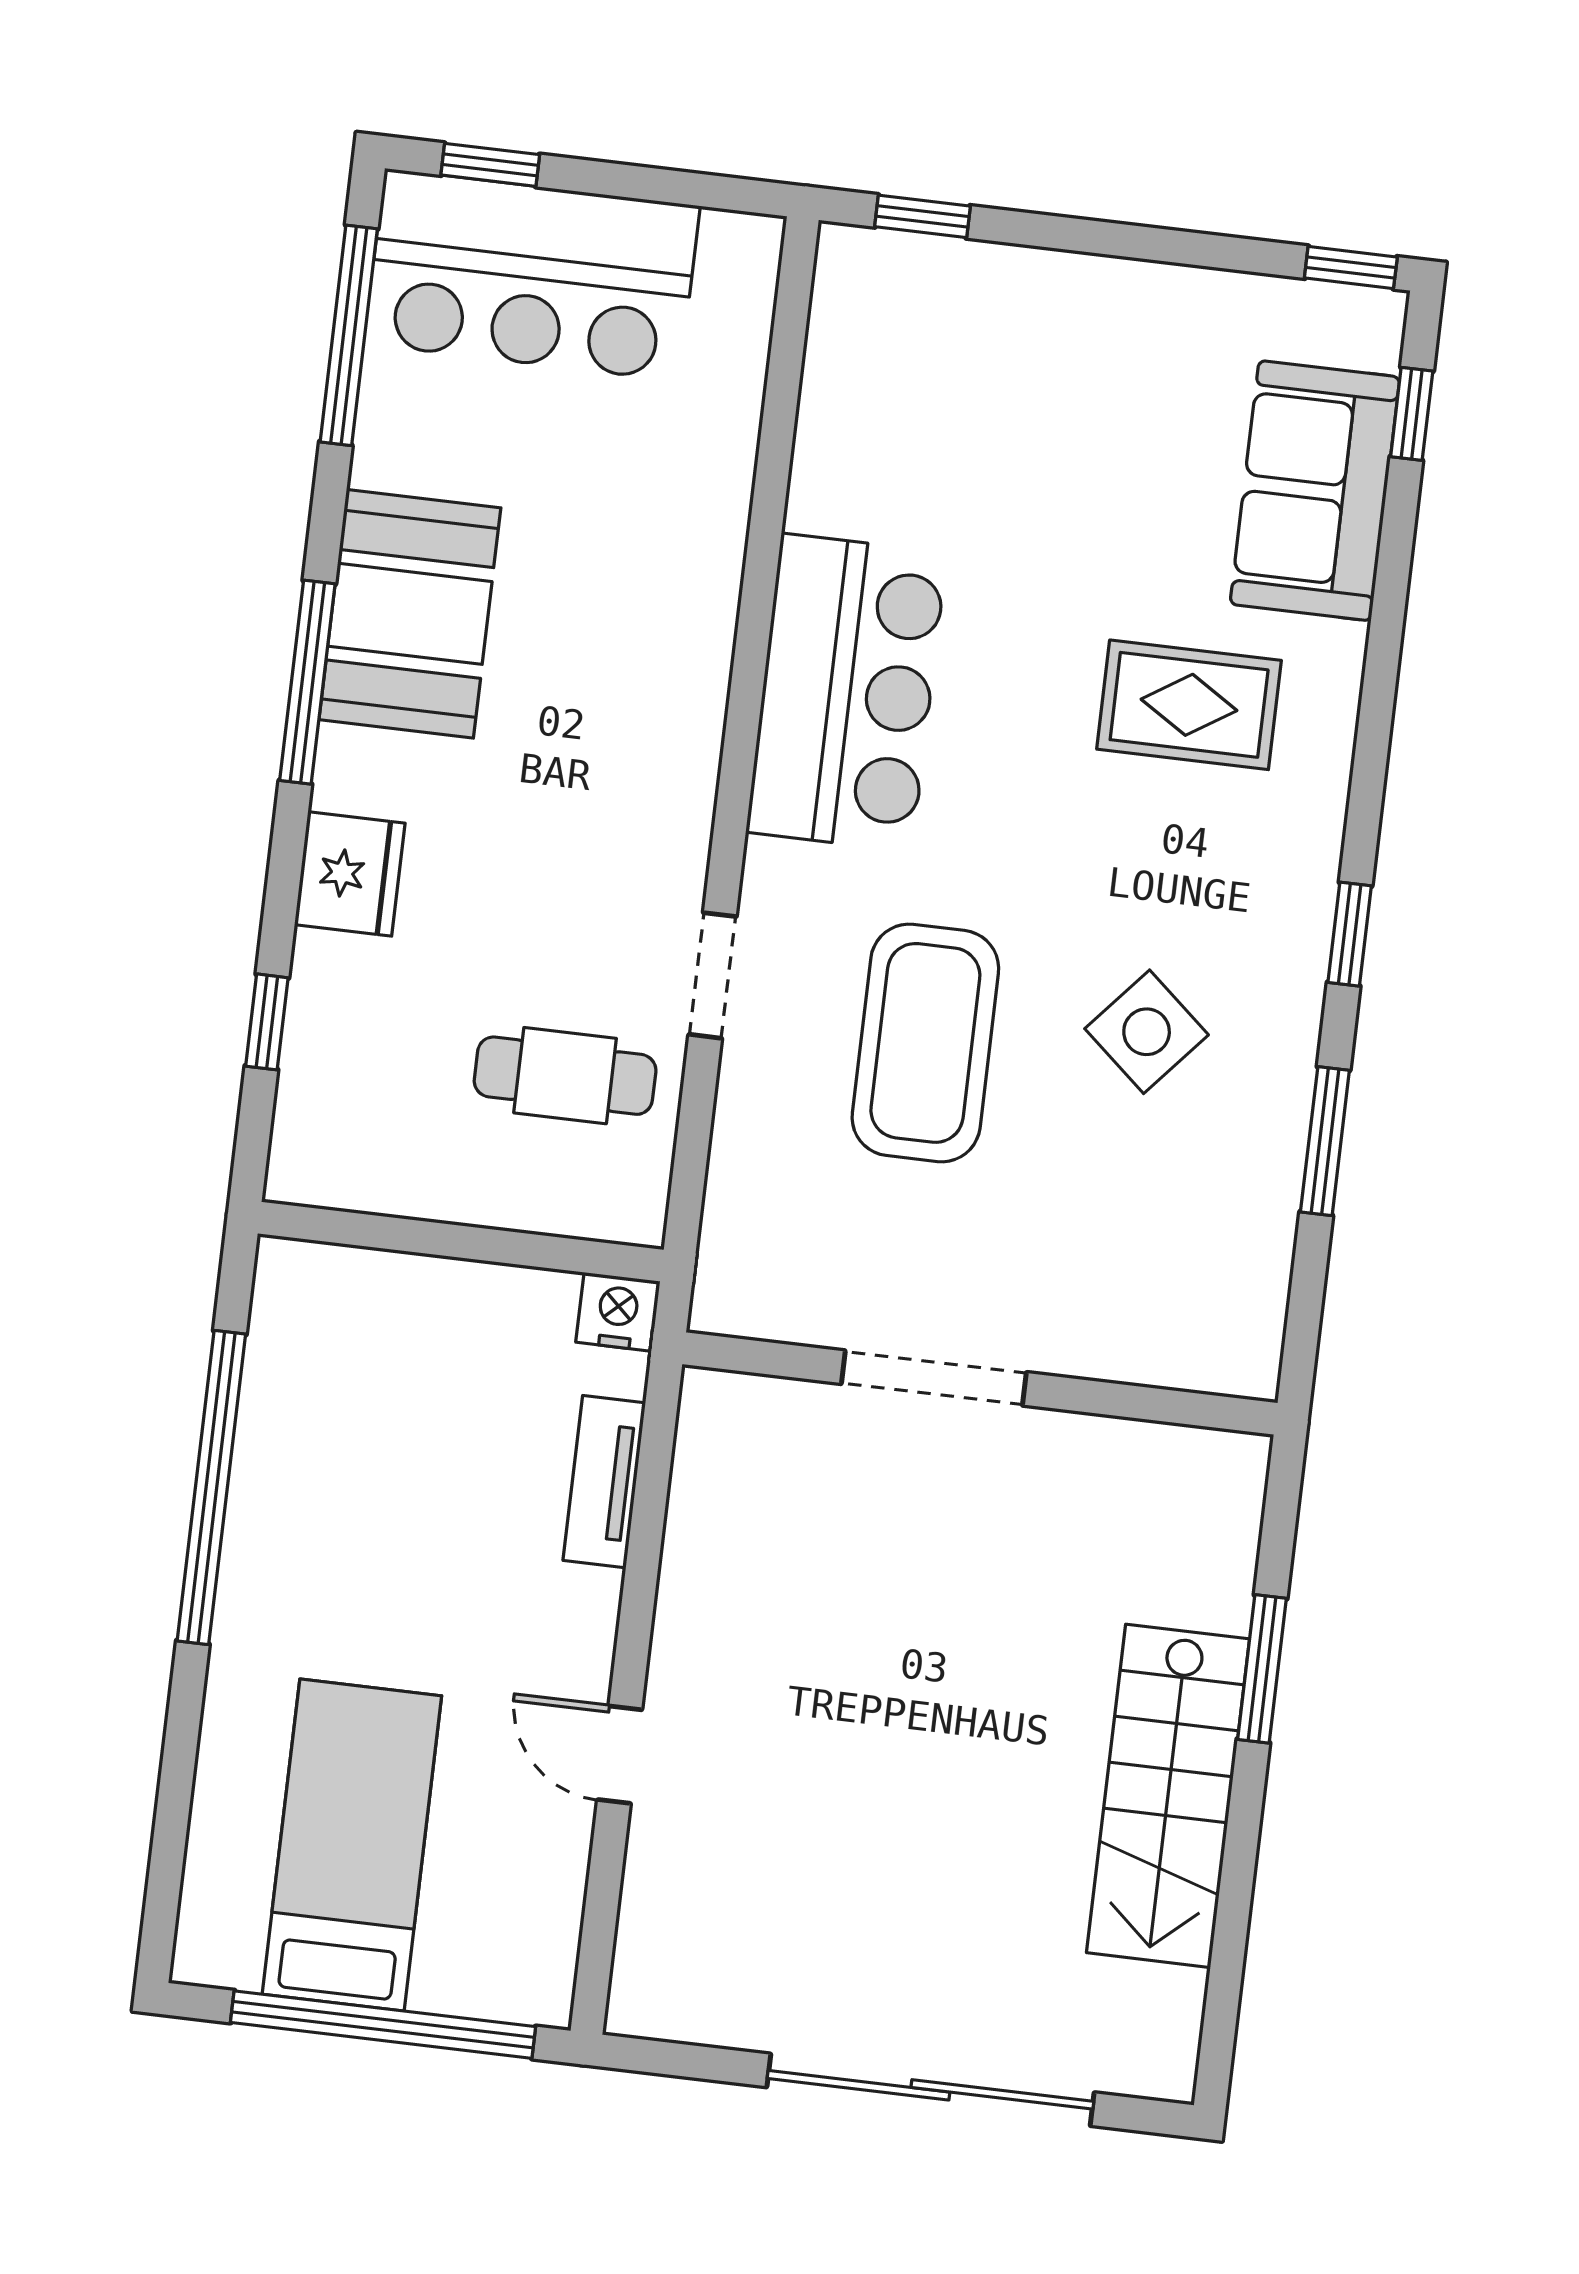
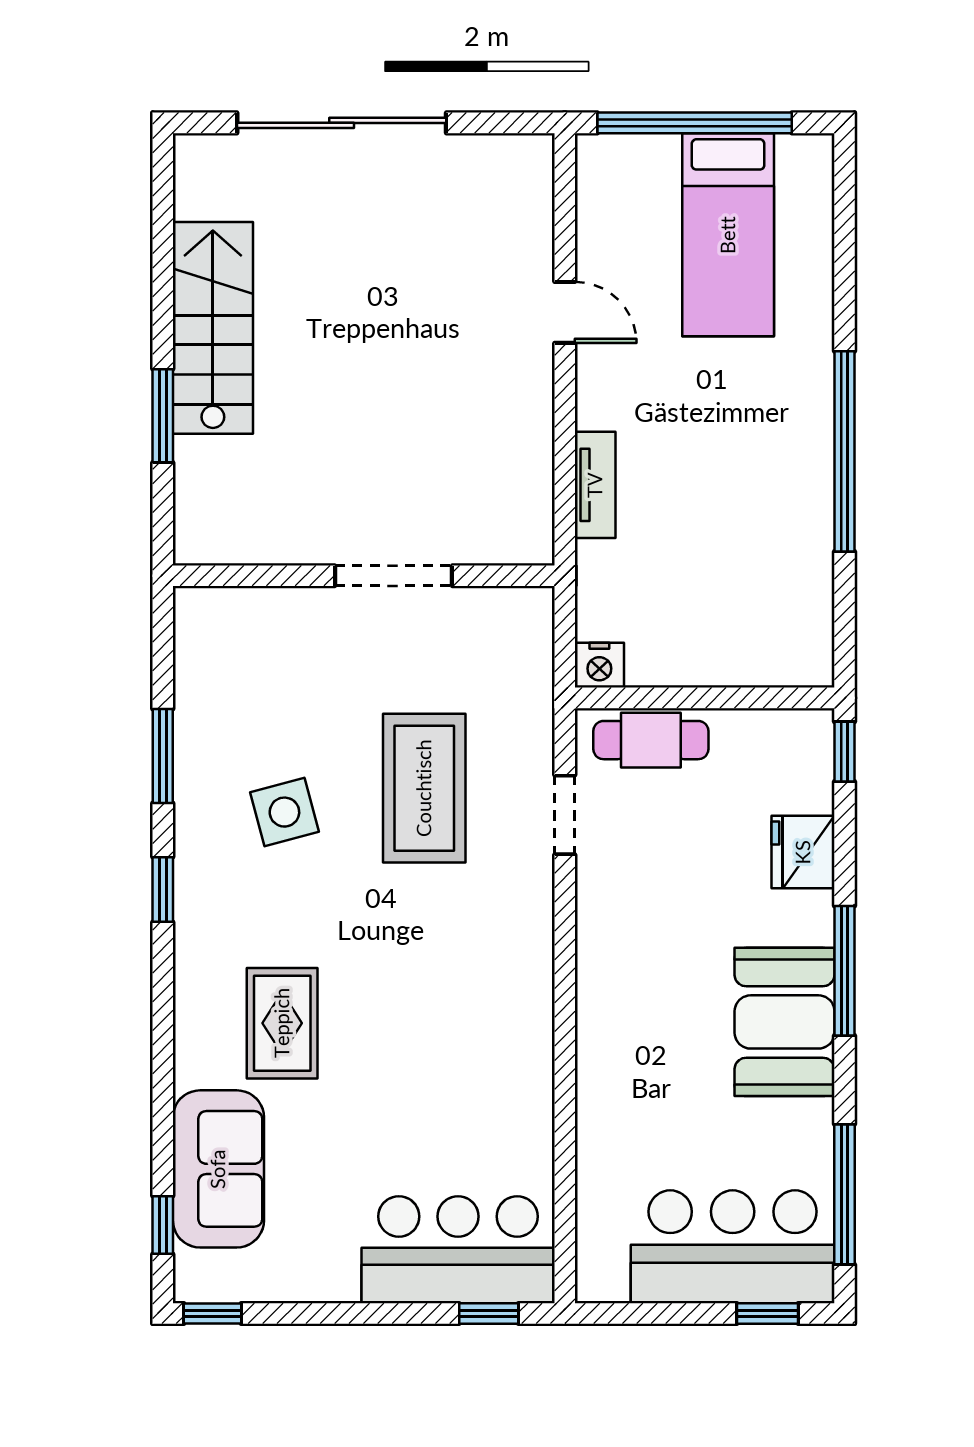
bar counter: (847, 692) -> (458, 1250), moved, turned 90
rug: (1189, 705) -> (282, 1023), turned 90
side table: (1147, 1032) -> (284, 812), turned 34
wall: (461, 1242) -> (705, 698), moved
nightstand: (618, 1312) -> (599, 665), moved

